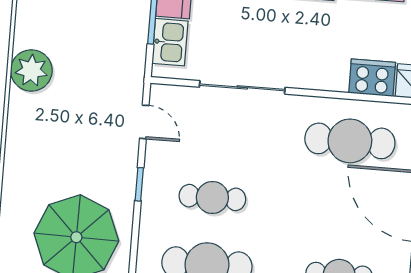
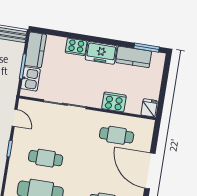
cooker: (372, 78) -> (114, 102), moved
cafe table: (350, 141) -> (117, 135), width x0.73, depth x0.74

